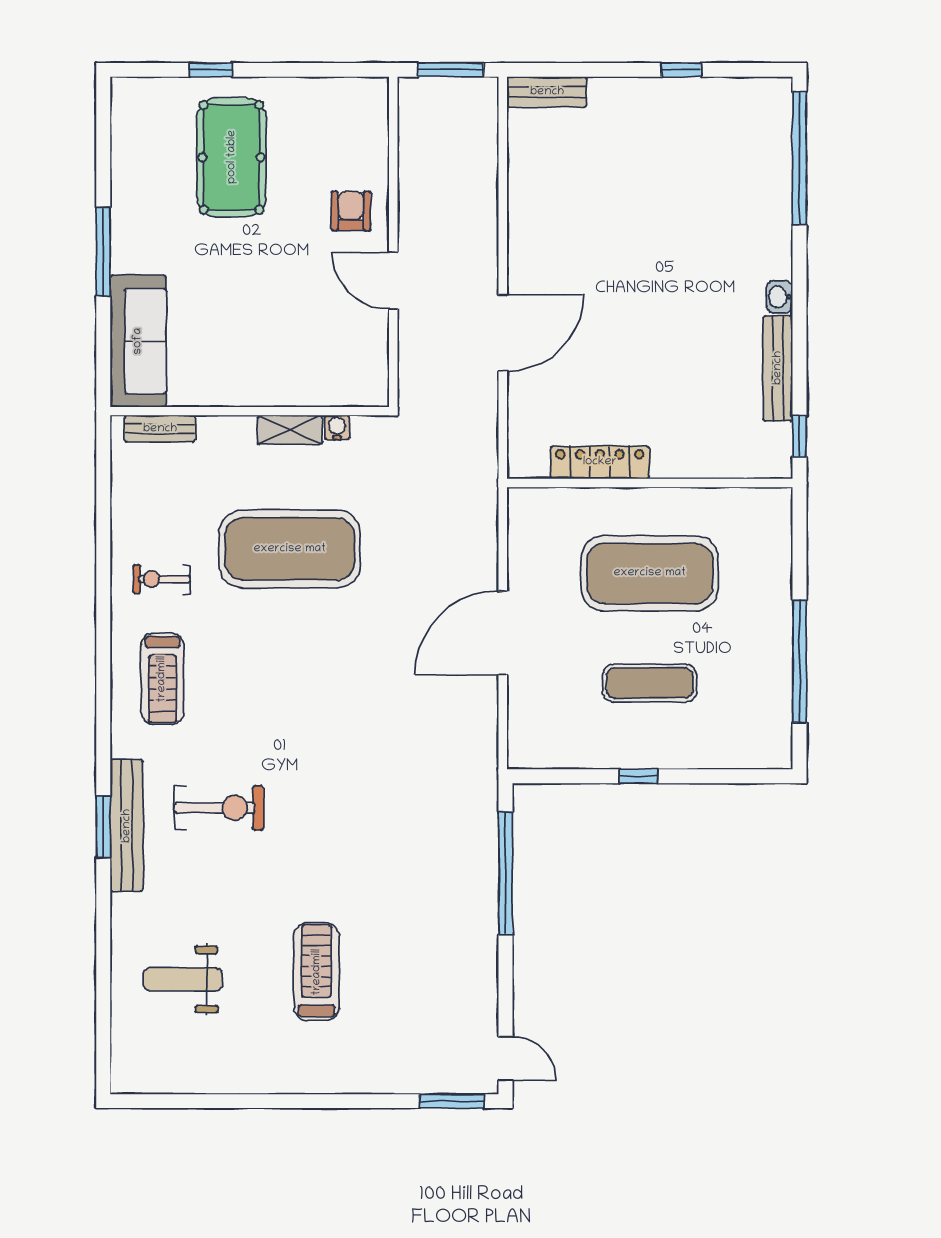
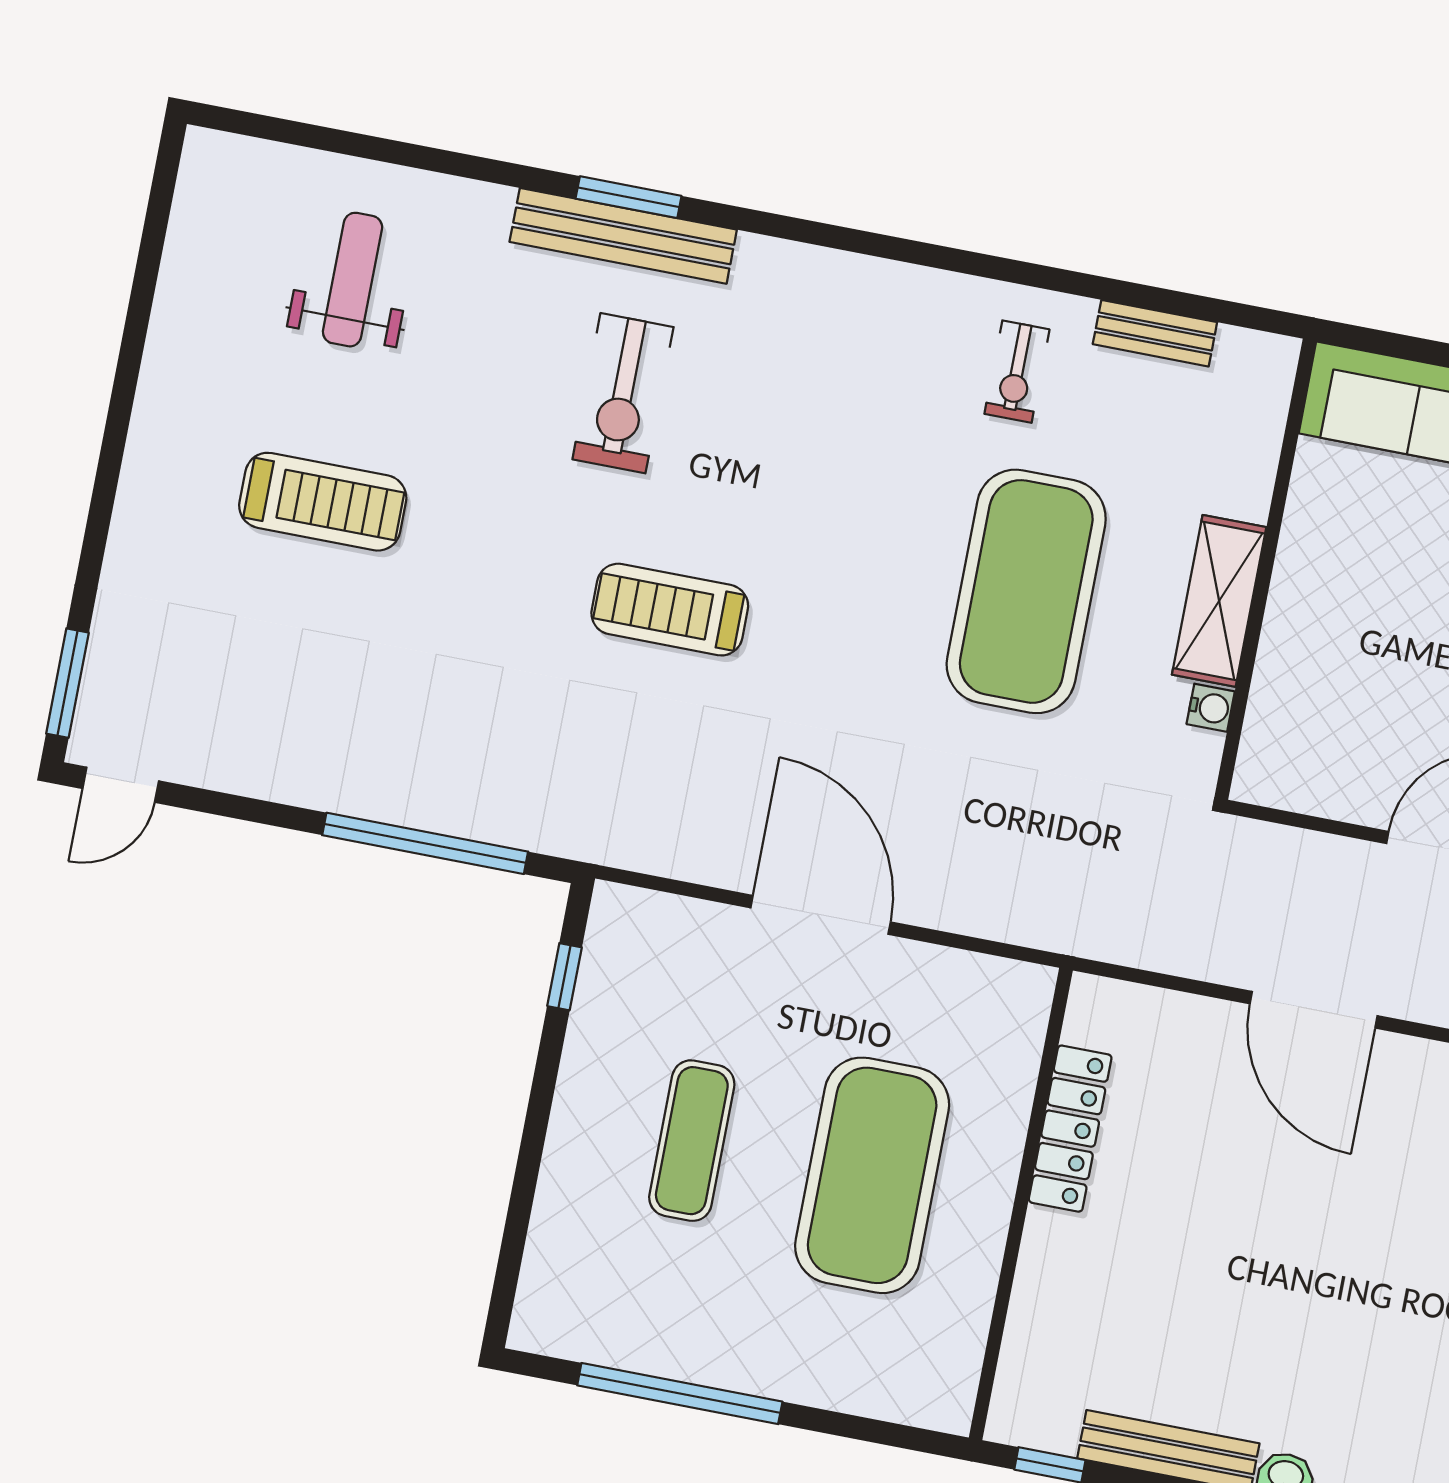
bench: (160, 429) -> (1155, 333), moved, turned 90
shelving: (290, 430) -> (1219, 601), width x1.50, depth x1.33
exercise bike: (162, 579) -> (1017, 372), turned 180
treadmill: (162, 679) -> (670, 610), moved
window: (638, 776) -> (565, 977), moved

